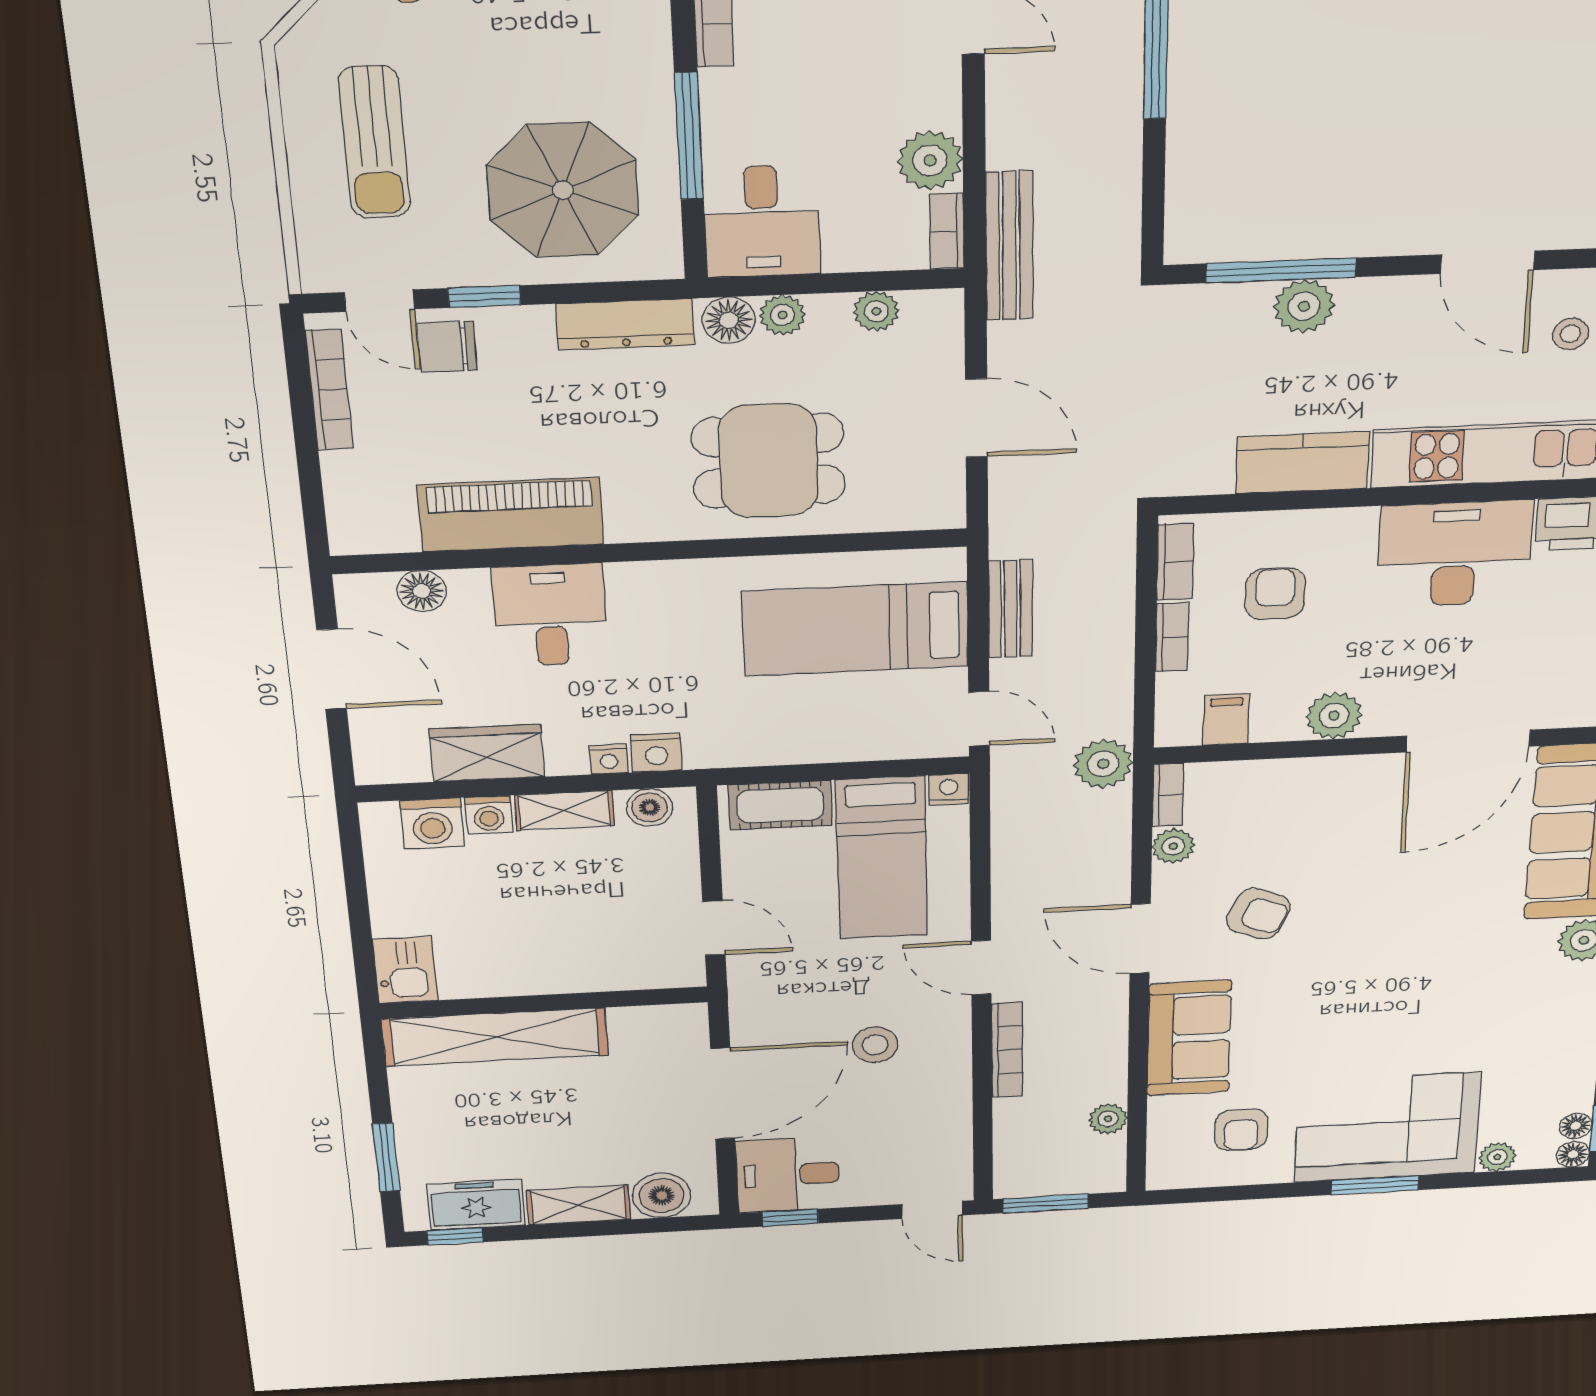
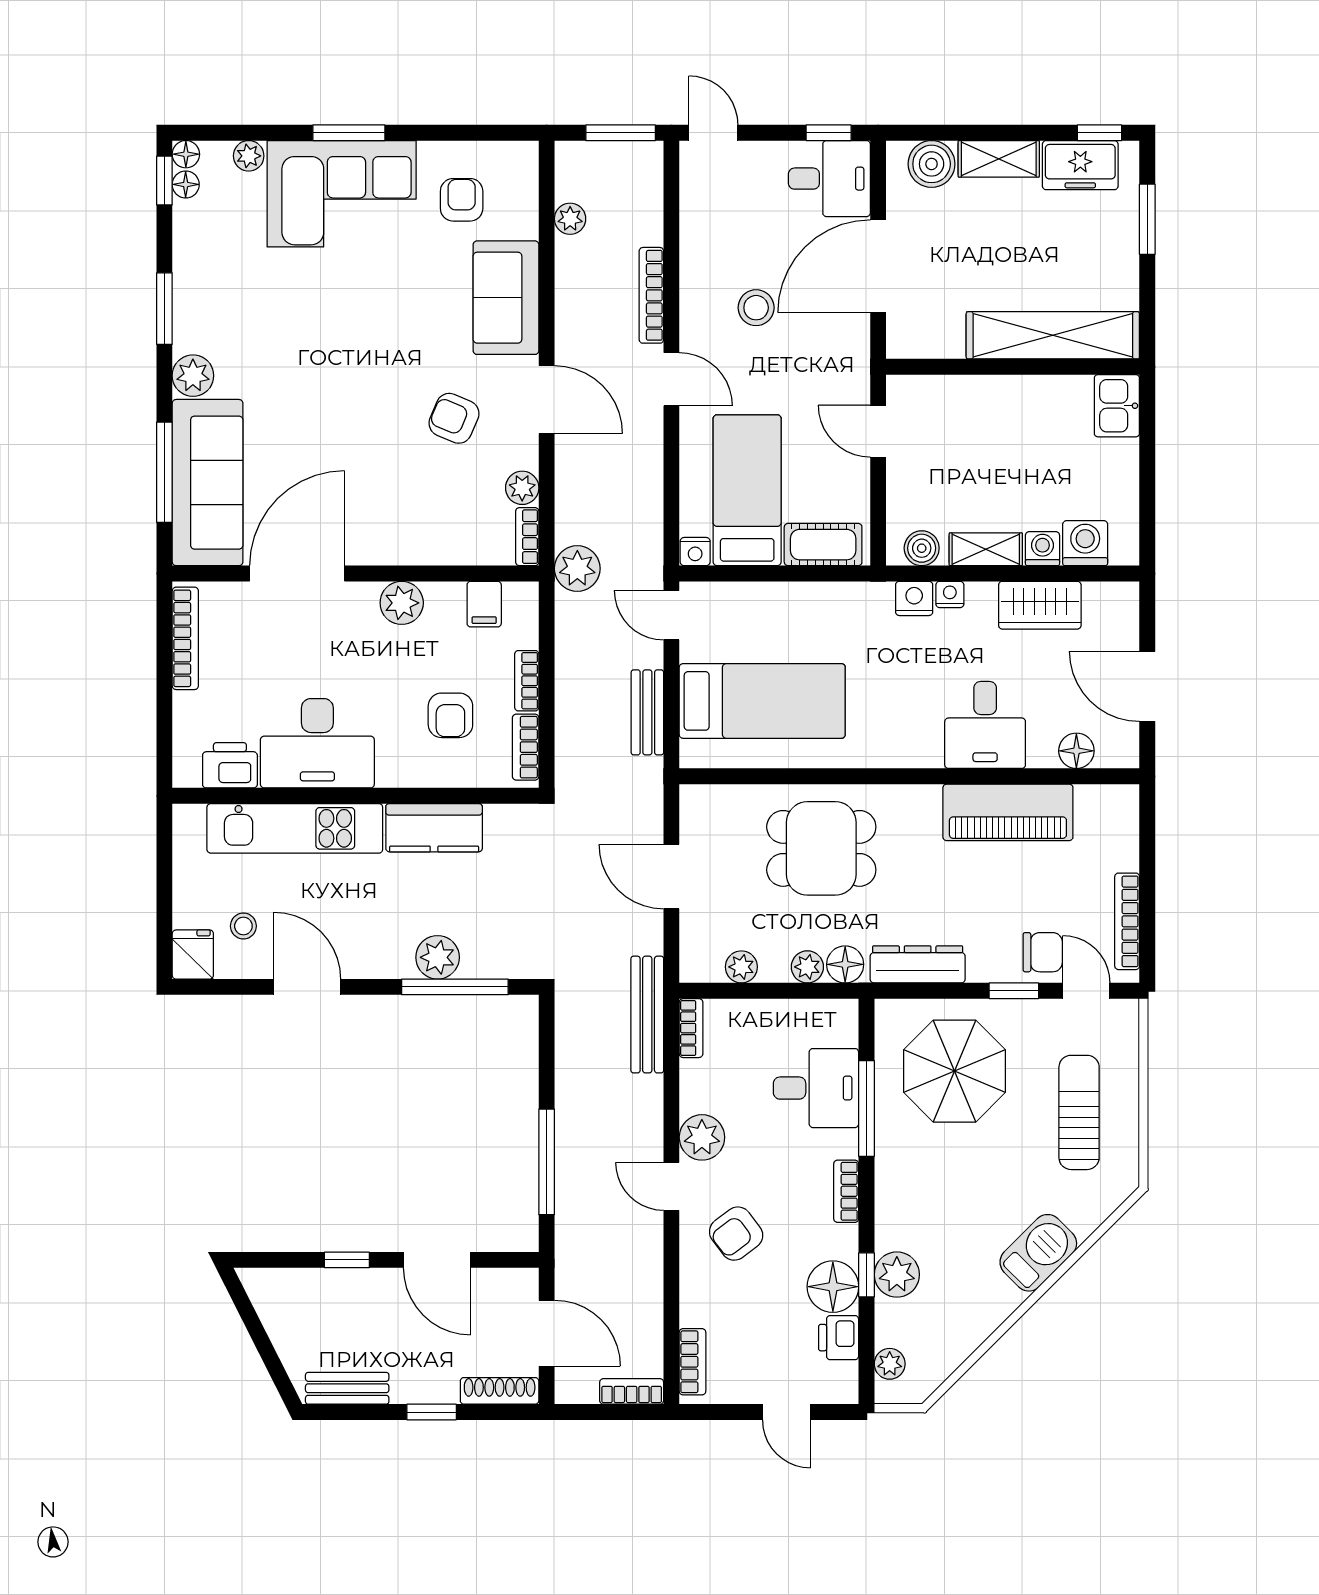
plant: (930, 160) -> (702, 1137), moved
desk: (762, 221) -> (816, 1088), moved, turned 90

